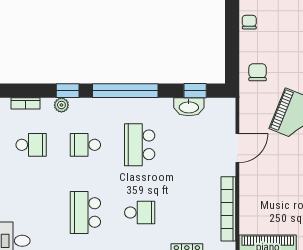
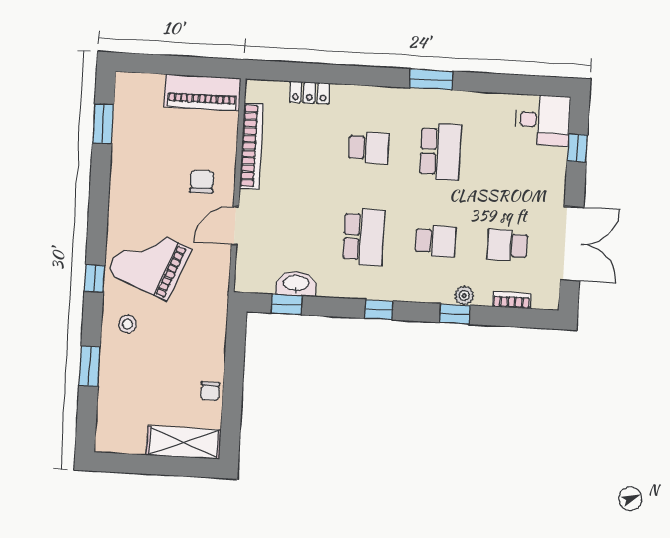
chair: (258, 72) -> (202, 182), moved, turned 180
window: (125, 91) -> (379, 310), width x0.32
school desk: (140, 213) -> (369, 148), turned 180

